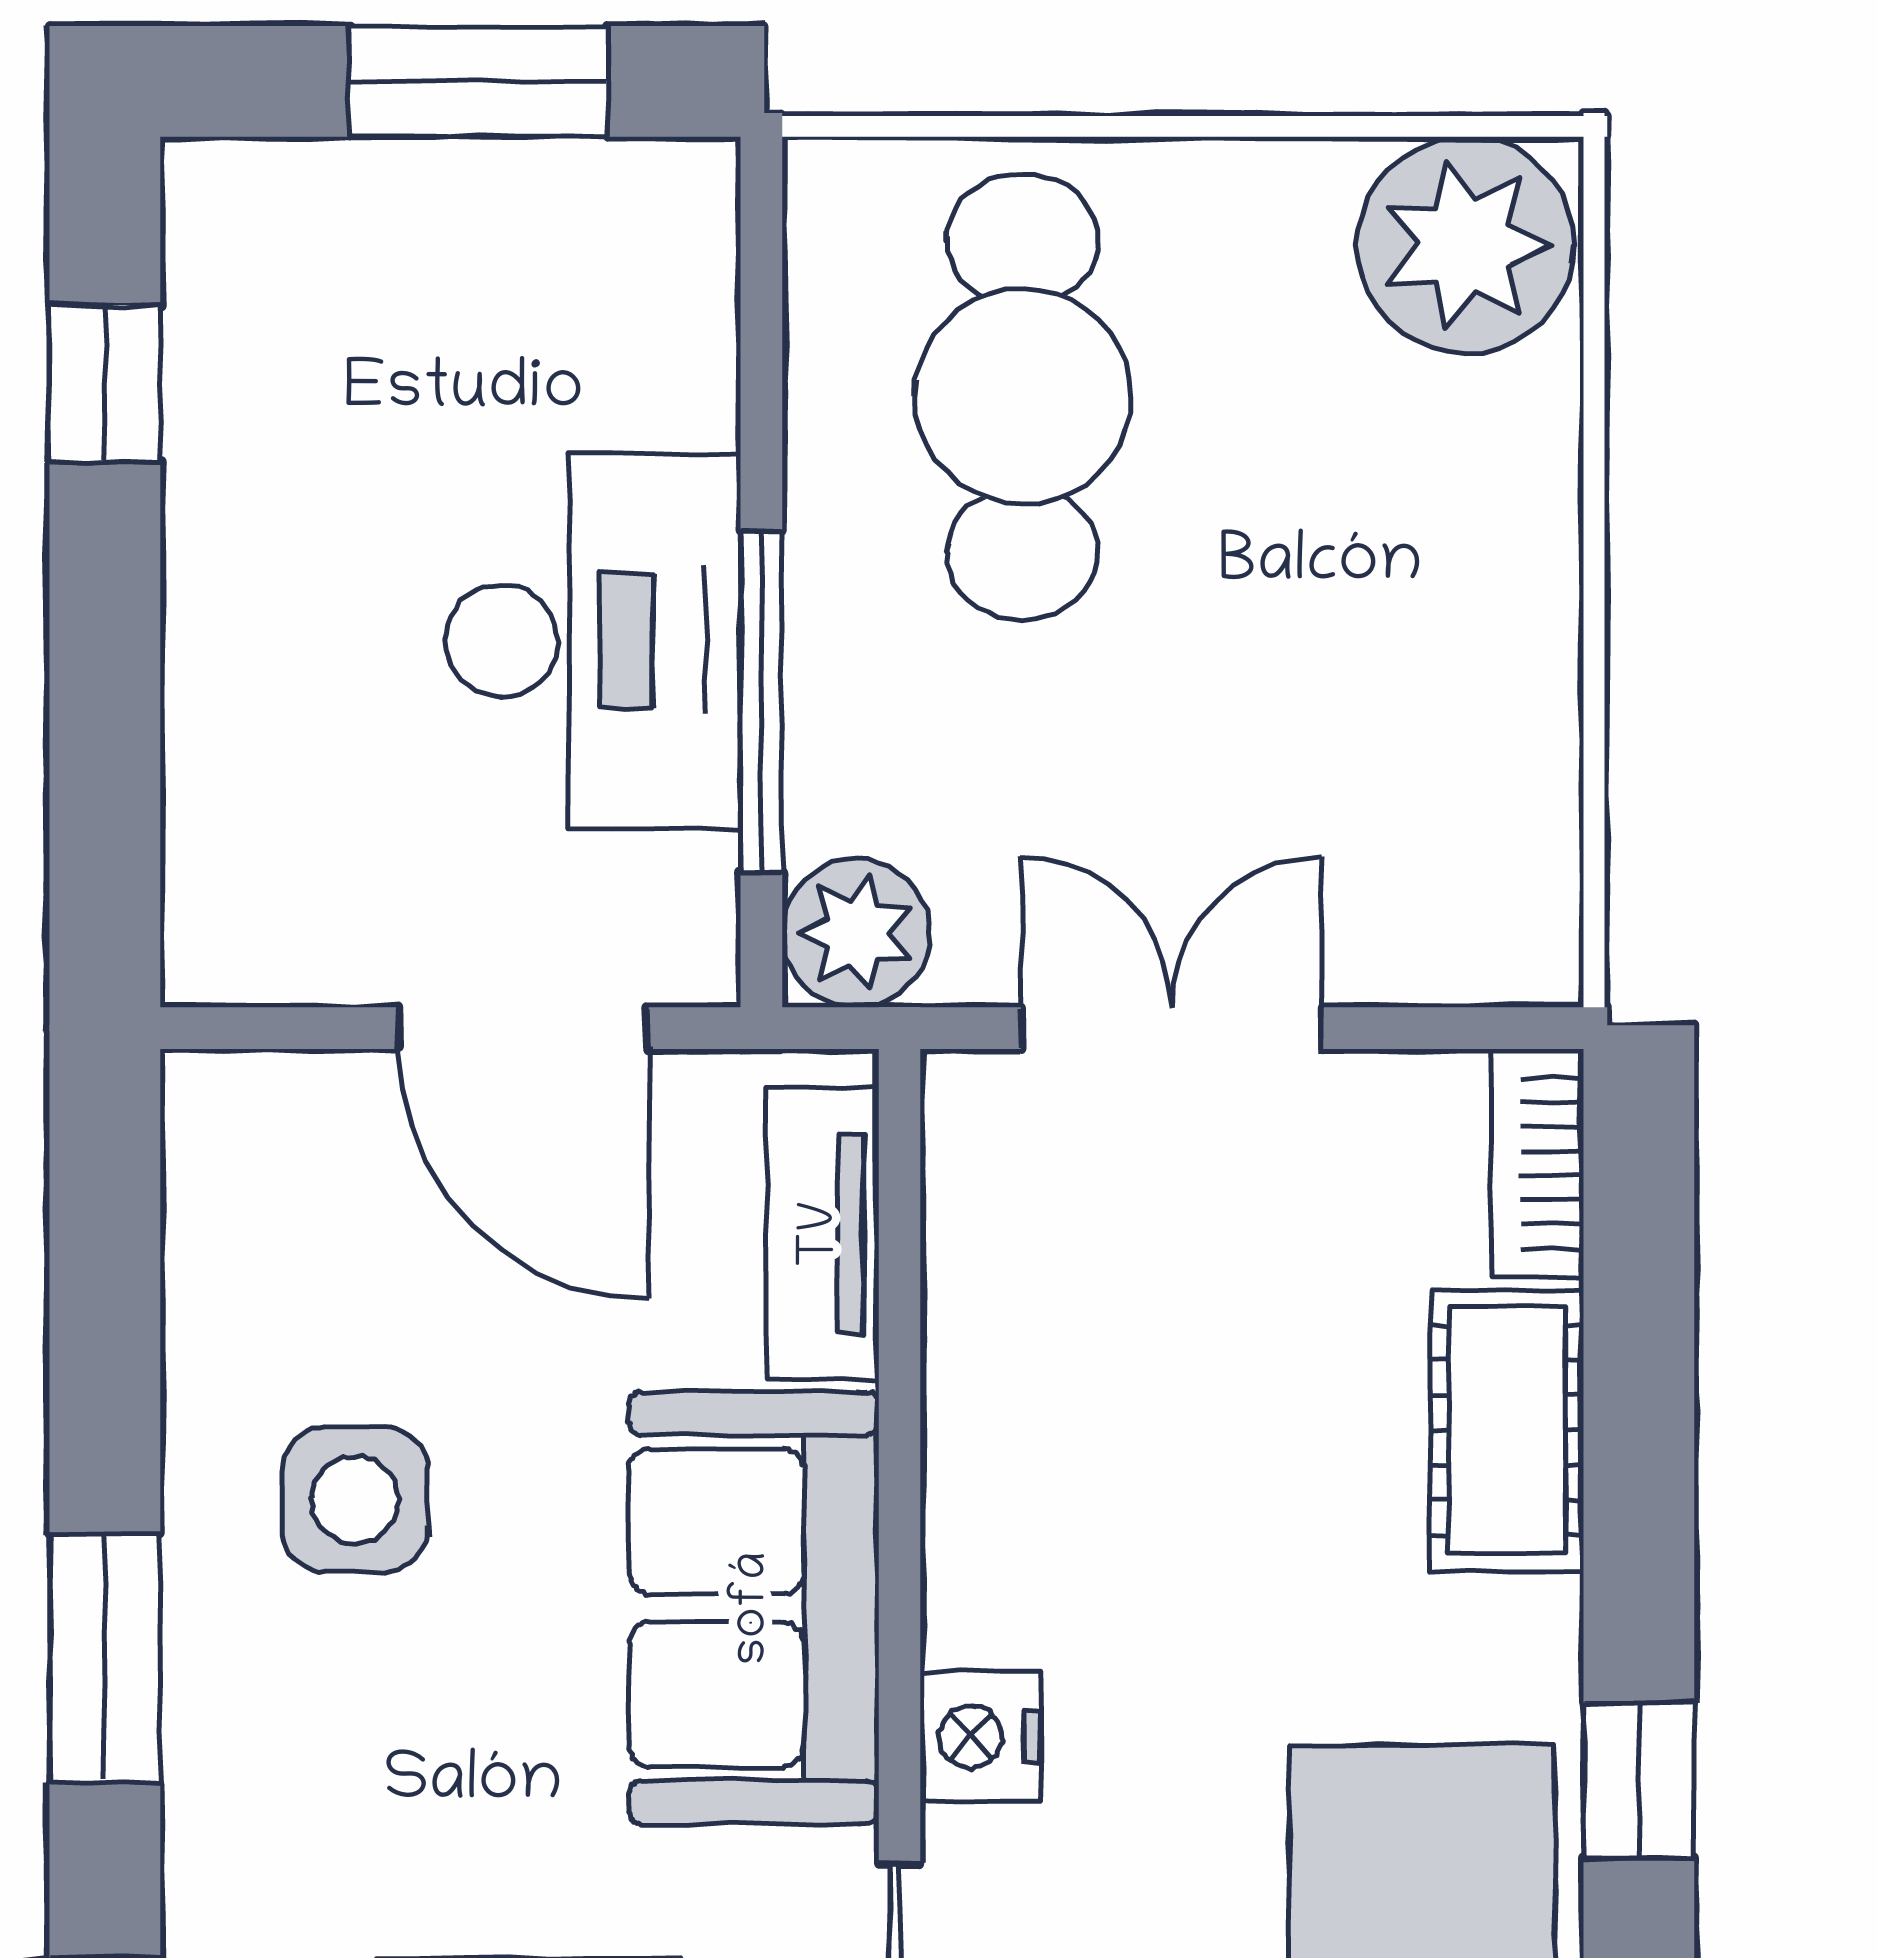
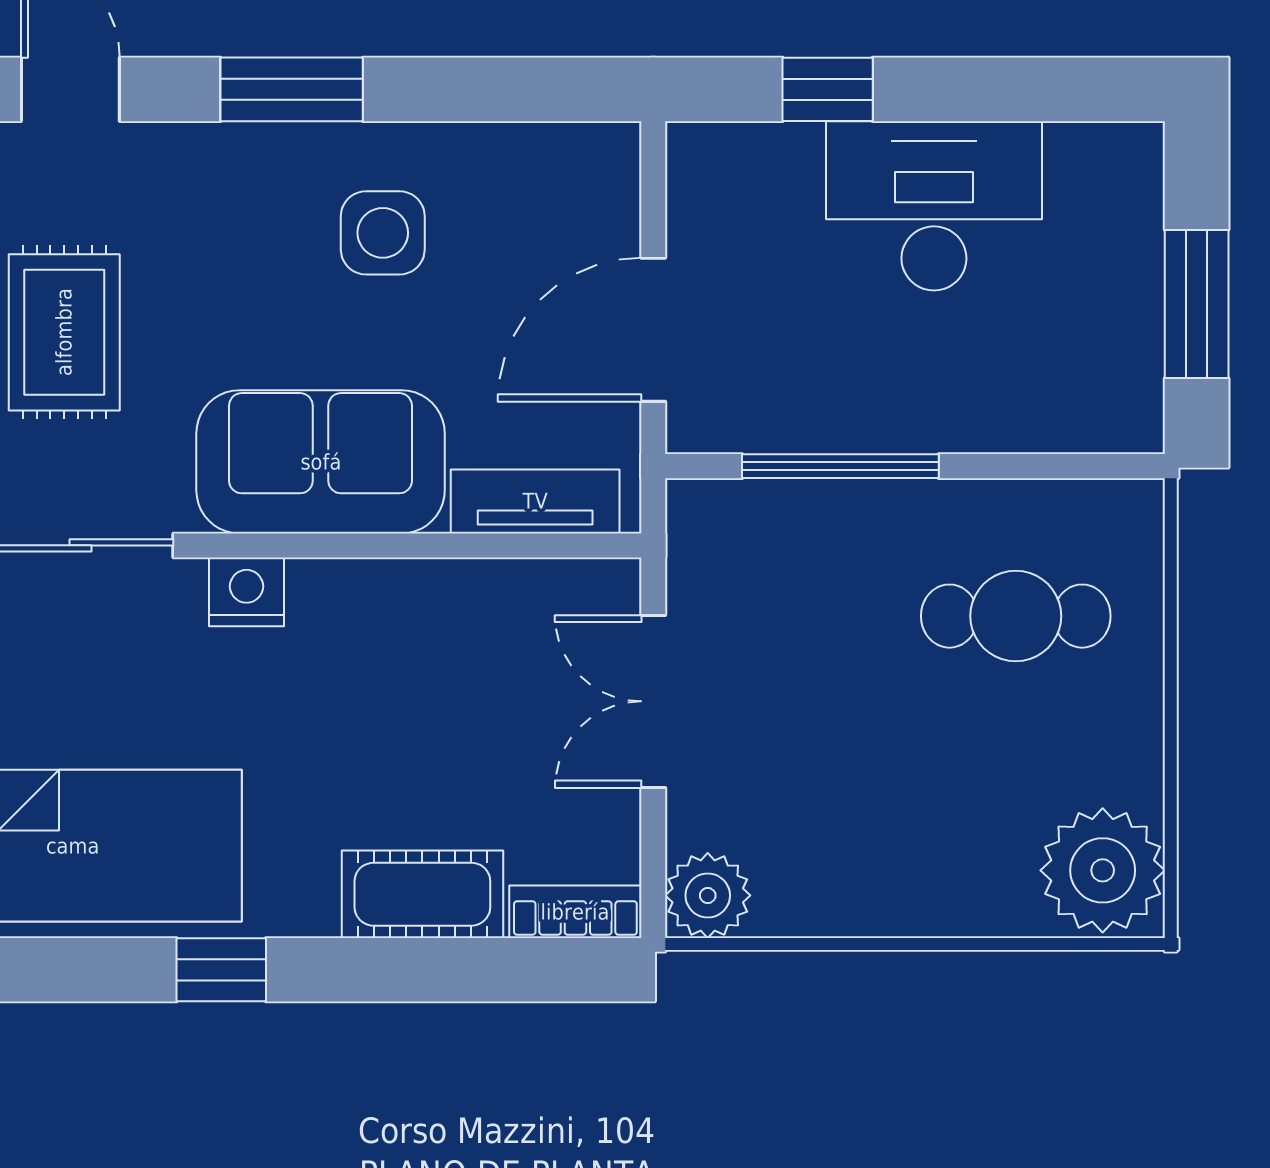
window: (105, 384) -> (828, 89), moved
cafe table: (1022, 396) -> (1016, 616), width x0.73, depth x0.74
desk: (593, 641) -> (934, 206), moved, turned 180
plant: (856, 933) -> (708, 895), moved
double door: (1171, 1028) -> (653, 701), swing flipped

